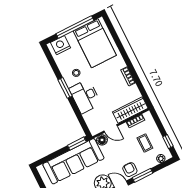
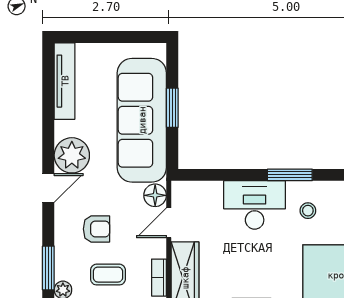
window: (77, 144) -> (172, 108), moved
armchair: (130, 170) -> (96, 229), moved
window: (143, 175) -> (48, 268), moved

